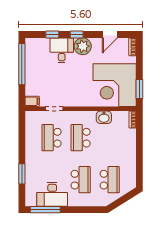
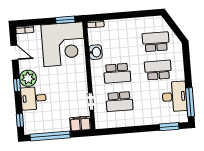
window: (52, 34) -> (20, 120), moved
filing cabinet: (32, 101) -> (80, 124), width x2.00
window: (22, 174) -> (169, 127), moved

